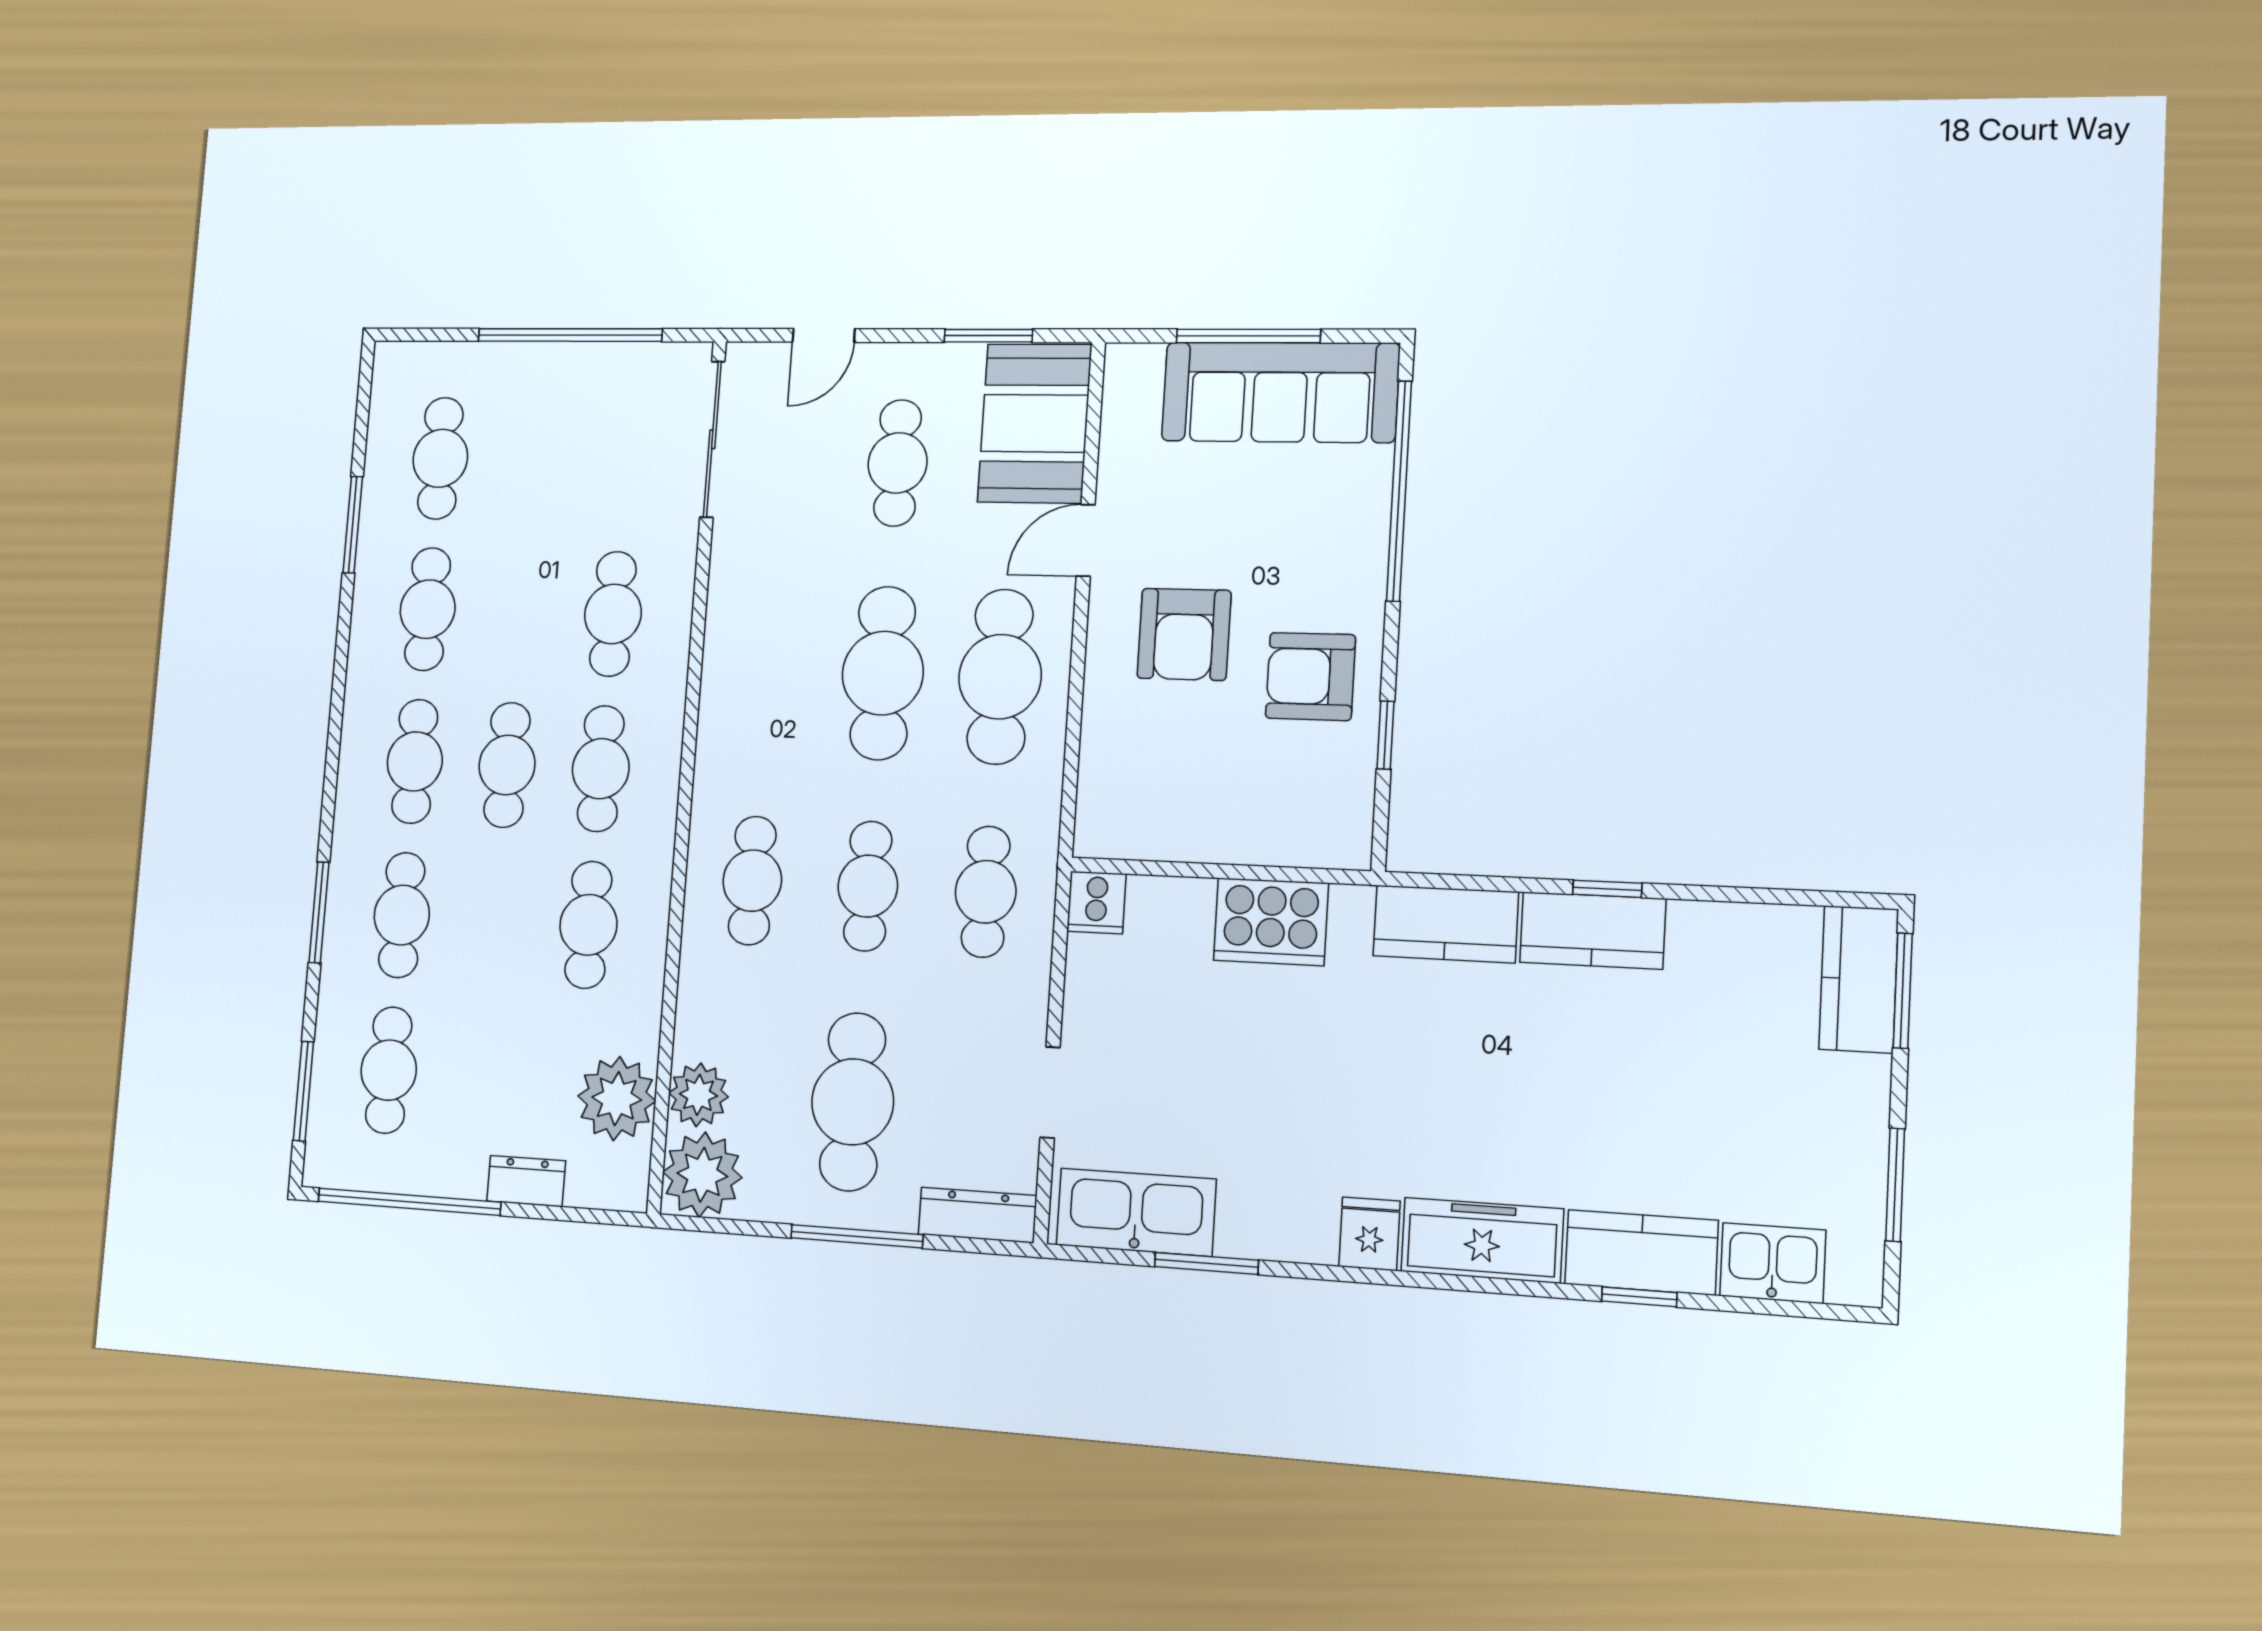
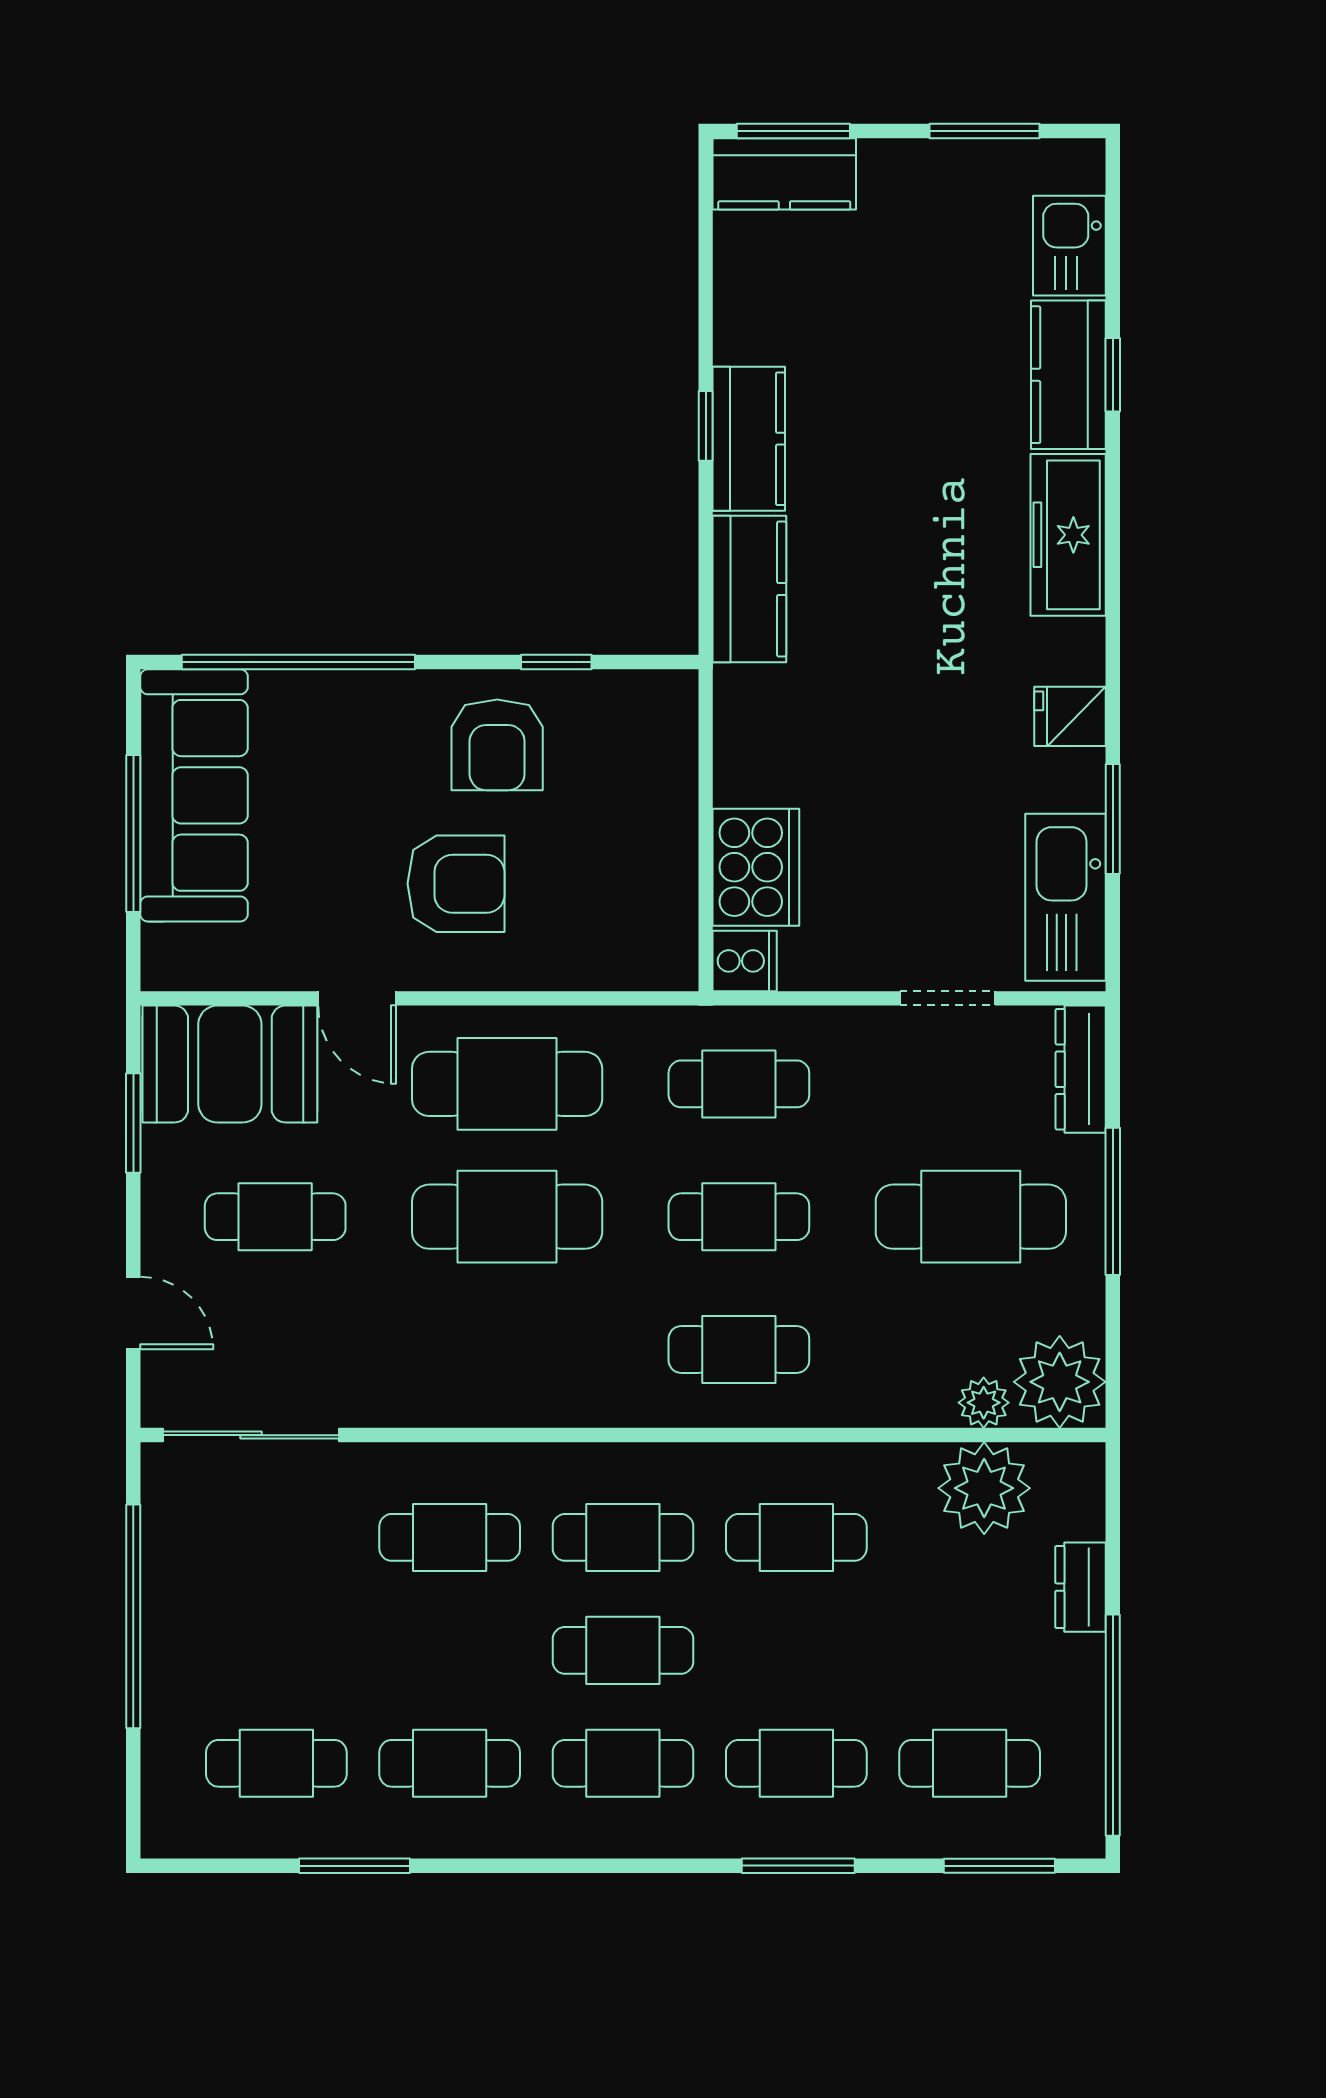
cooker: (1271, 922) -> (756, 867), moved
plant: (698, 1095) -> (984, 1403), width x0.73, depth x0.73
fridge: (1369, 1234) -> (1070, 716), moved

